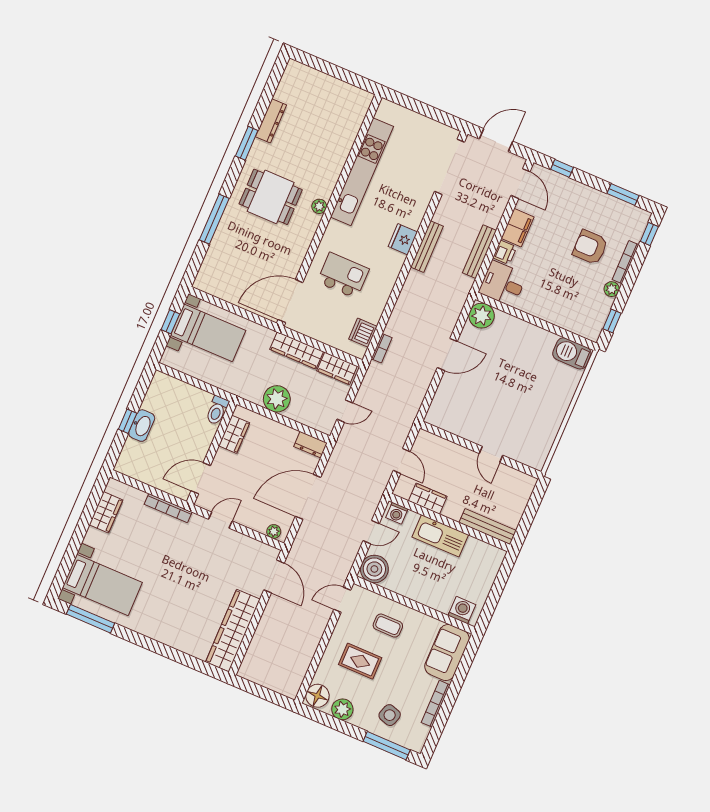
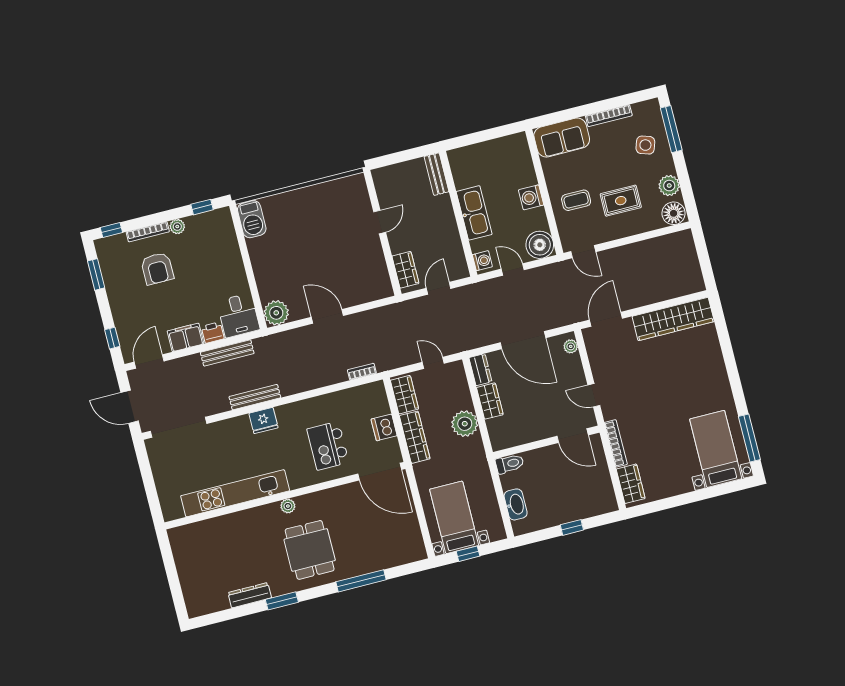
dishwasher: (363, 333) -> (384, 427), moved, turned 90
washbasin: (142, 426) -> (516, 504), moved, turned 90
wardrobe: (234, 434) -> (490, 401), moved, turned 90
wardrobe: (428, 499) -> (405, 270), moved, turned 180
wardrobe: (106, 512) -> (631, 484), moved, turned 90
bench: (488, 527) -> (436, 174), width x0.73
washing machine: (462, 610) -> (531, 197), moved
coffee table: (388, 626) -> (576, 200), turned 90
rug: (360, 661) -> (621, 201), turned 90

